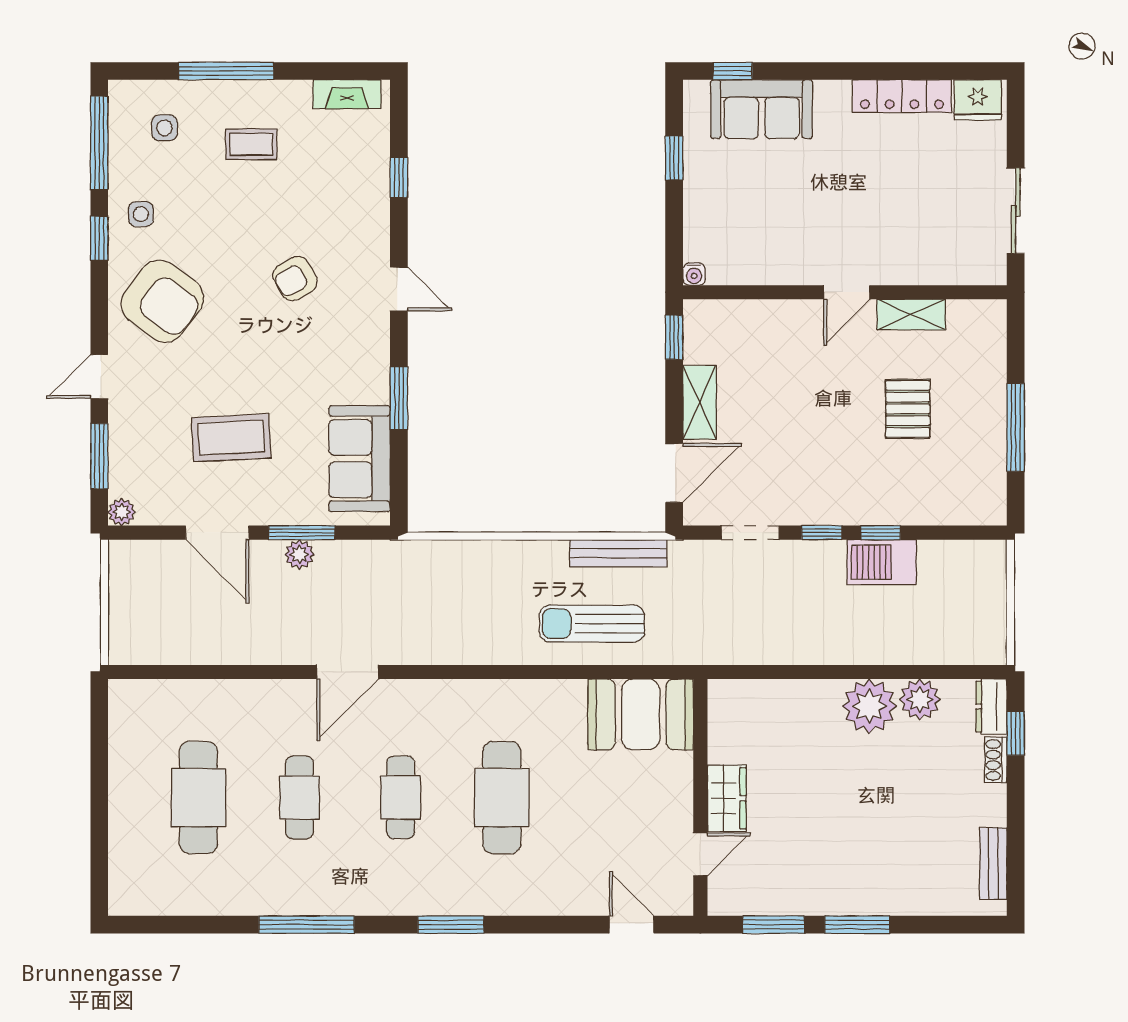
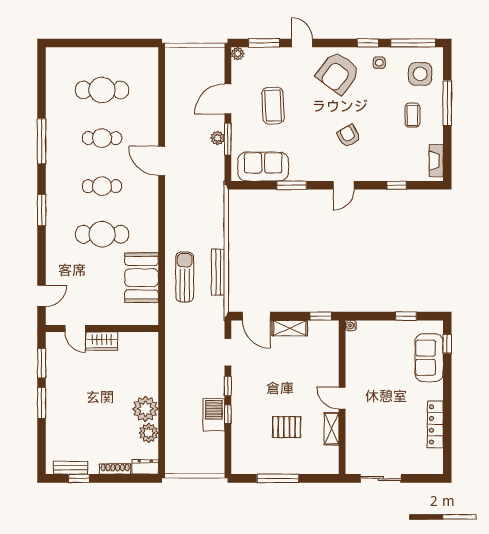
fridge: (978, 100) -> (433, 460), removed
side table: (165, 128) -> (420, 74), width x1.87, depth x1.87
bench: (618, 553) -> (218, 272), moved
booth: (641, 714) -> (142, 278), moved
window: (1016, 733) -> (79, 478), moved
shoe rack: (996, 760) -> (115, 469), width x1.43

